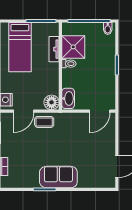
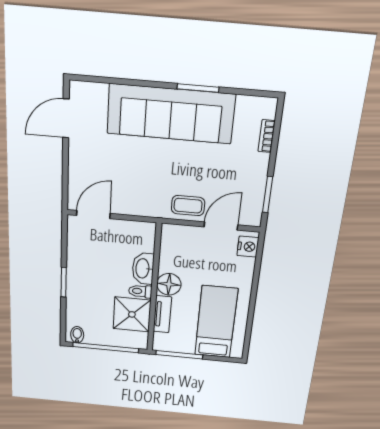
washbasin: (68, 98) -> (143, 268), moved
floor lamp: (52, 102) -> (169, 284), moved
sofa: (58, 177) -> (171, 114), width x1.85, depth x1.27

